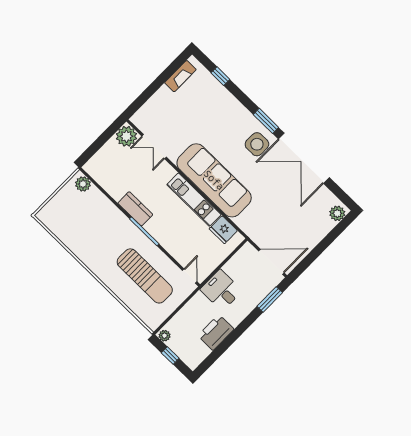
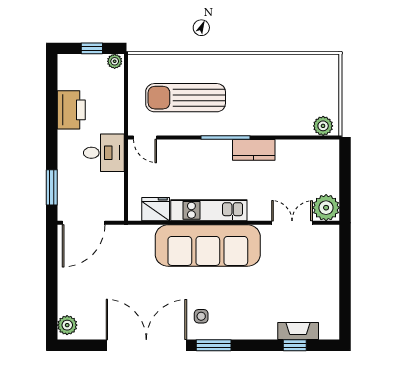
fireplace: (180, 76) -> (298, 331), moved, turned 90
side table: (257, 144) -> (201, 316), width x0.54, depth x0.54

